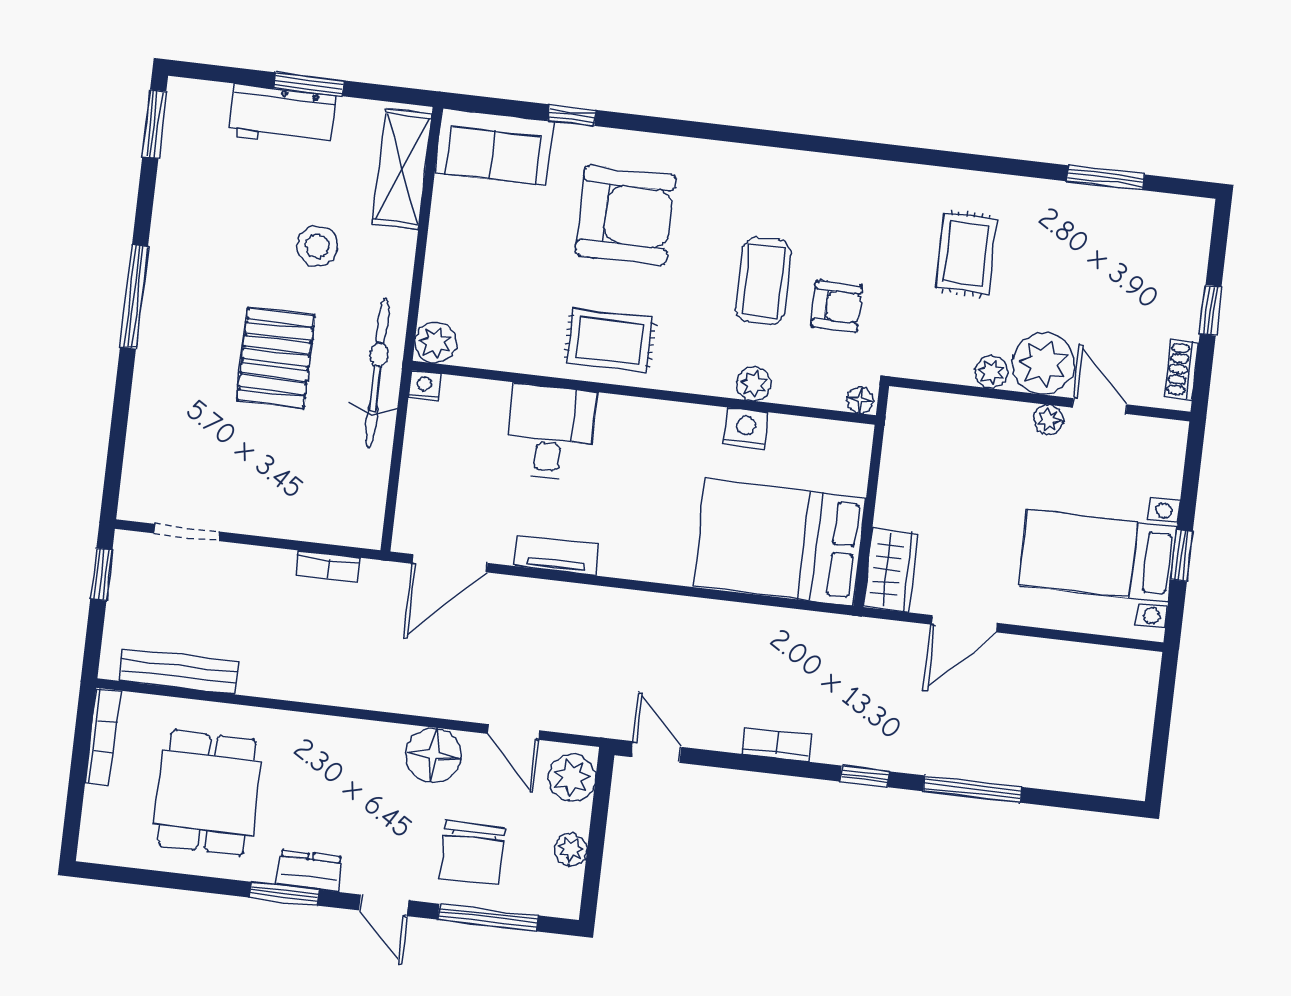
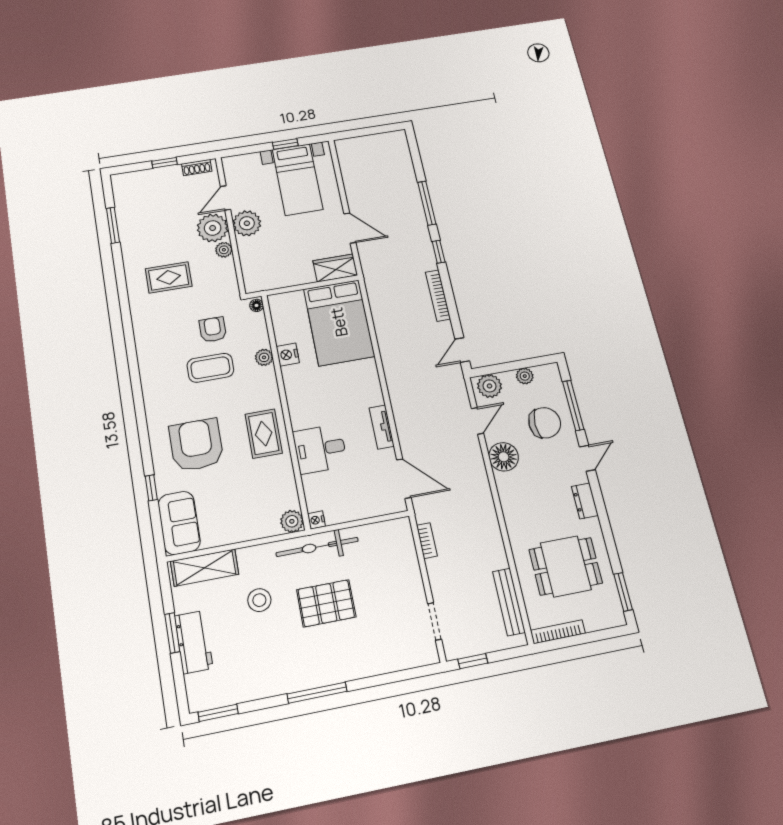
plant: (1048, 420) -> (247, 223), width x1.88, depth x1.88
bookcase: (776, 744) -> (438, 296), width x1.56
window: (284, 894) -> (623, 592), moved

